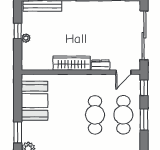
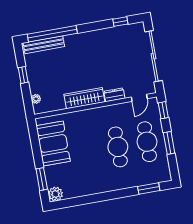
plant: (26, 38) -> (36, 99), moved

